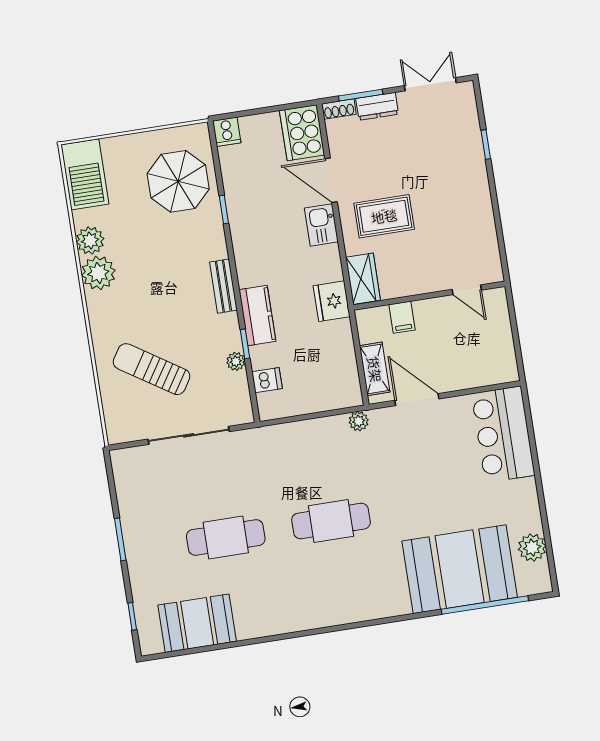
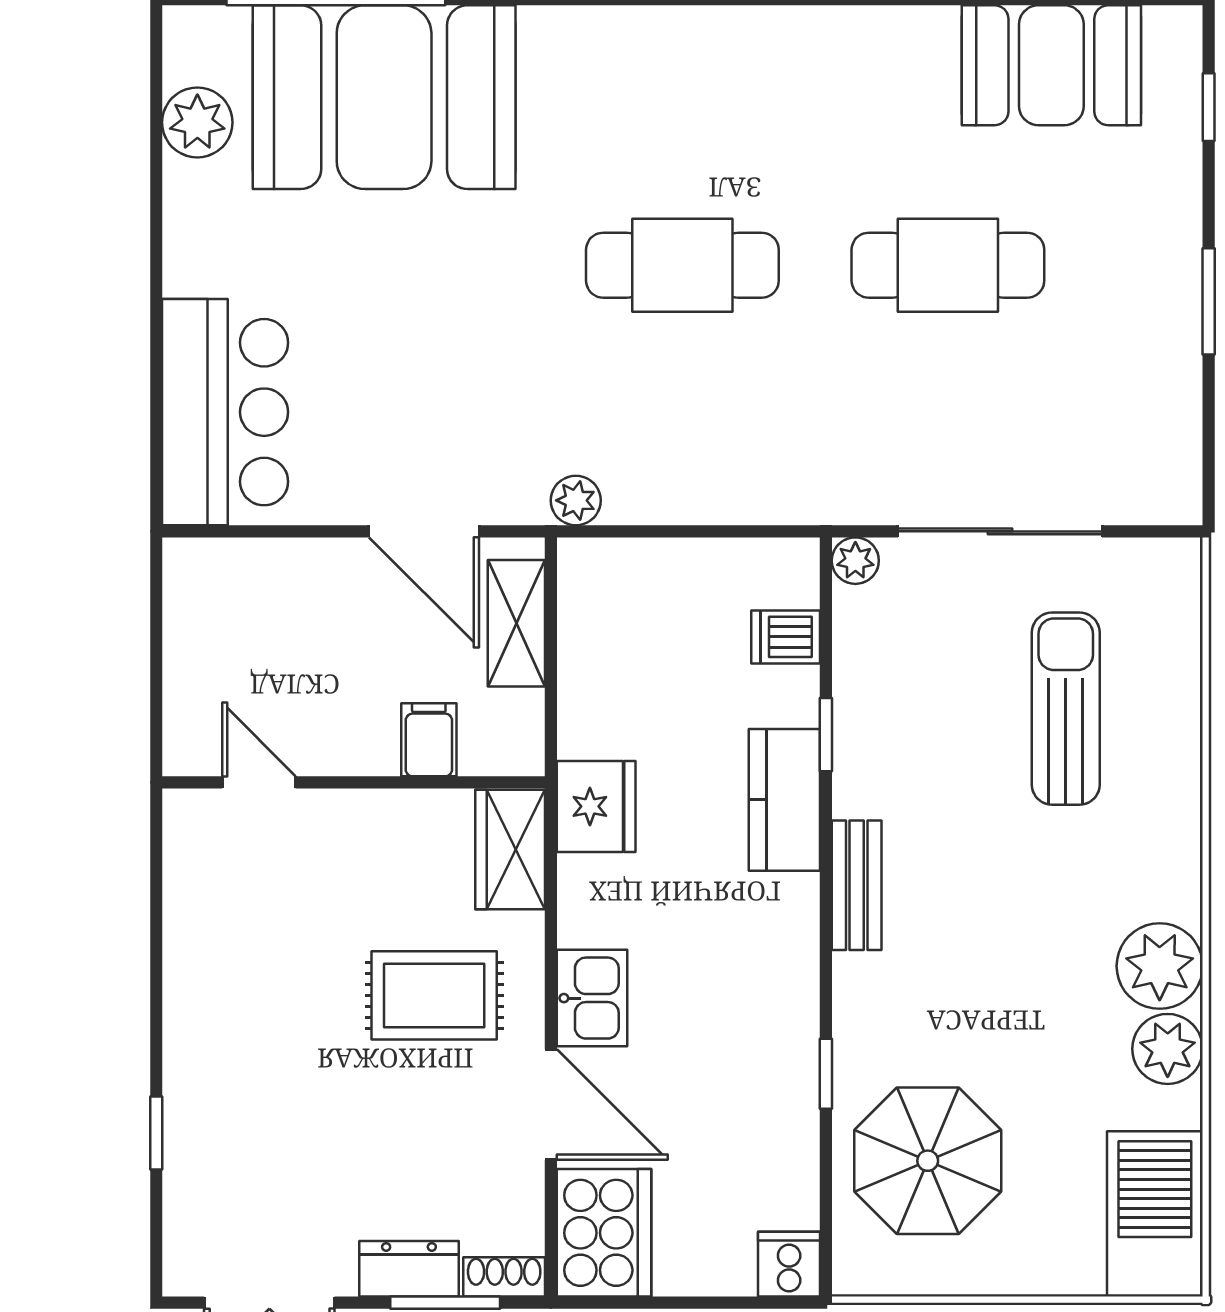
plant: (236, 361) -> (855, 561), moved
sun lounger: (152, 369) -> (1066, 709), turned -123

